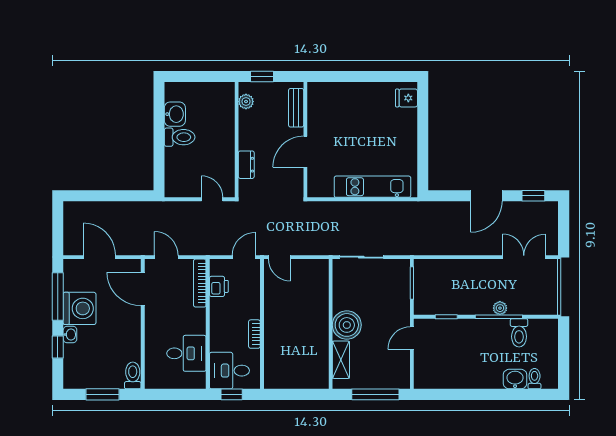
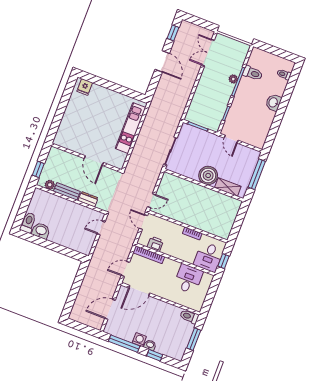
bench: (296, 108) -> (67, 191), moved
toilet: (180, 137) -> (28, 223), moved
washing machine: (80, 308) -> (139, 340), width x0.53, depth x0.53
washbasin: (515, 379) -> (273, 103), moved

